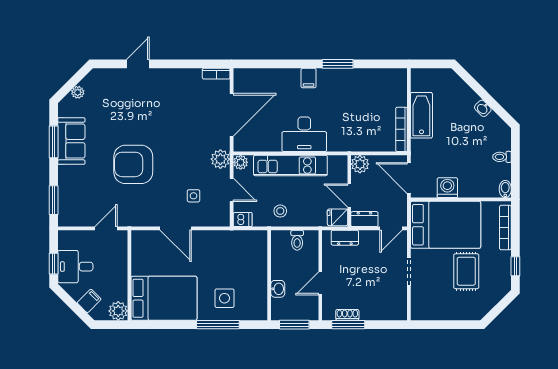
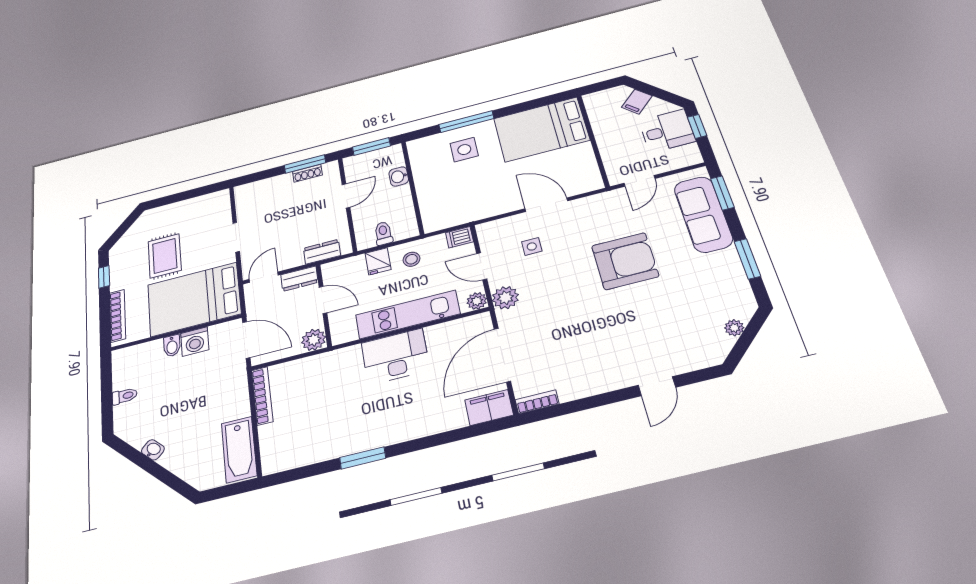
filing cabinet: (308, 78) -> (489, 408), moved, width x2.00
bathtub: (421, 115) -> (239, 449), moved
sofa: (71, 141) -> (703, 214), moved, width x1.36
bidet: (505, 189) -> (172, 346), moved
fridge: (338, 217) -> (378, 261), moved, turned 90
plant: (118, 311) -> (596, 102), removed

